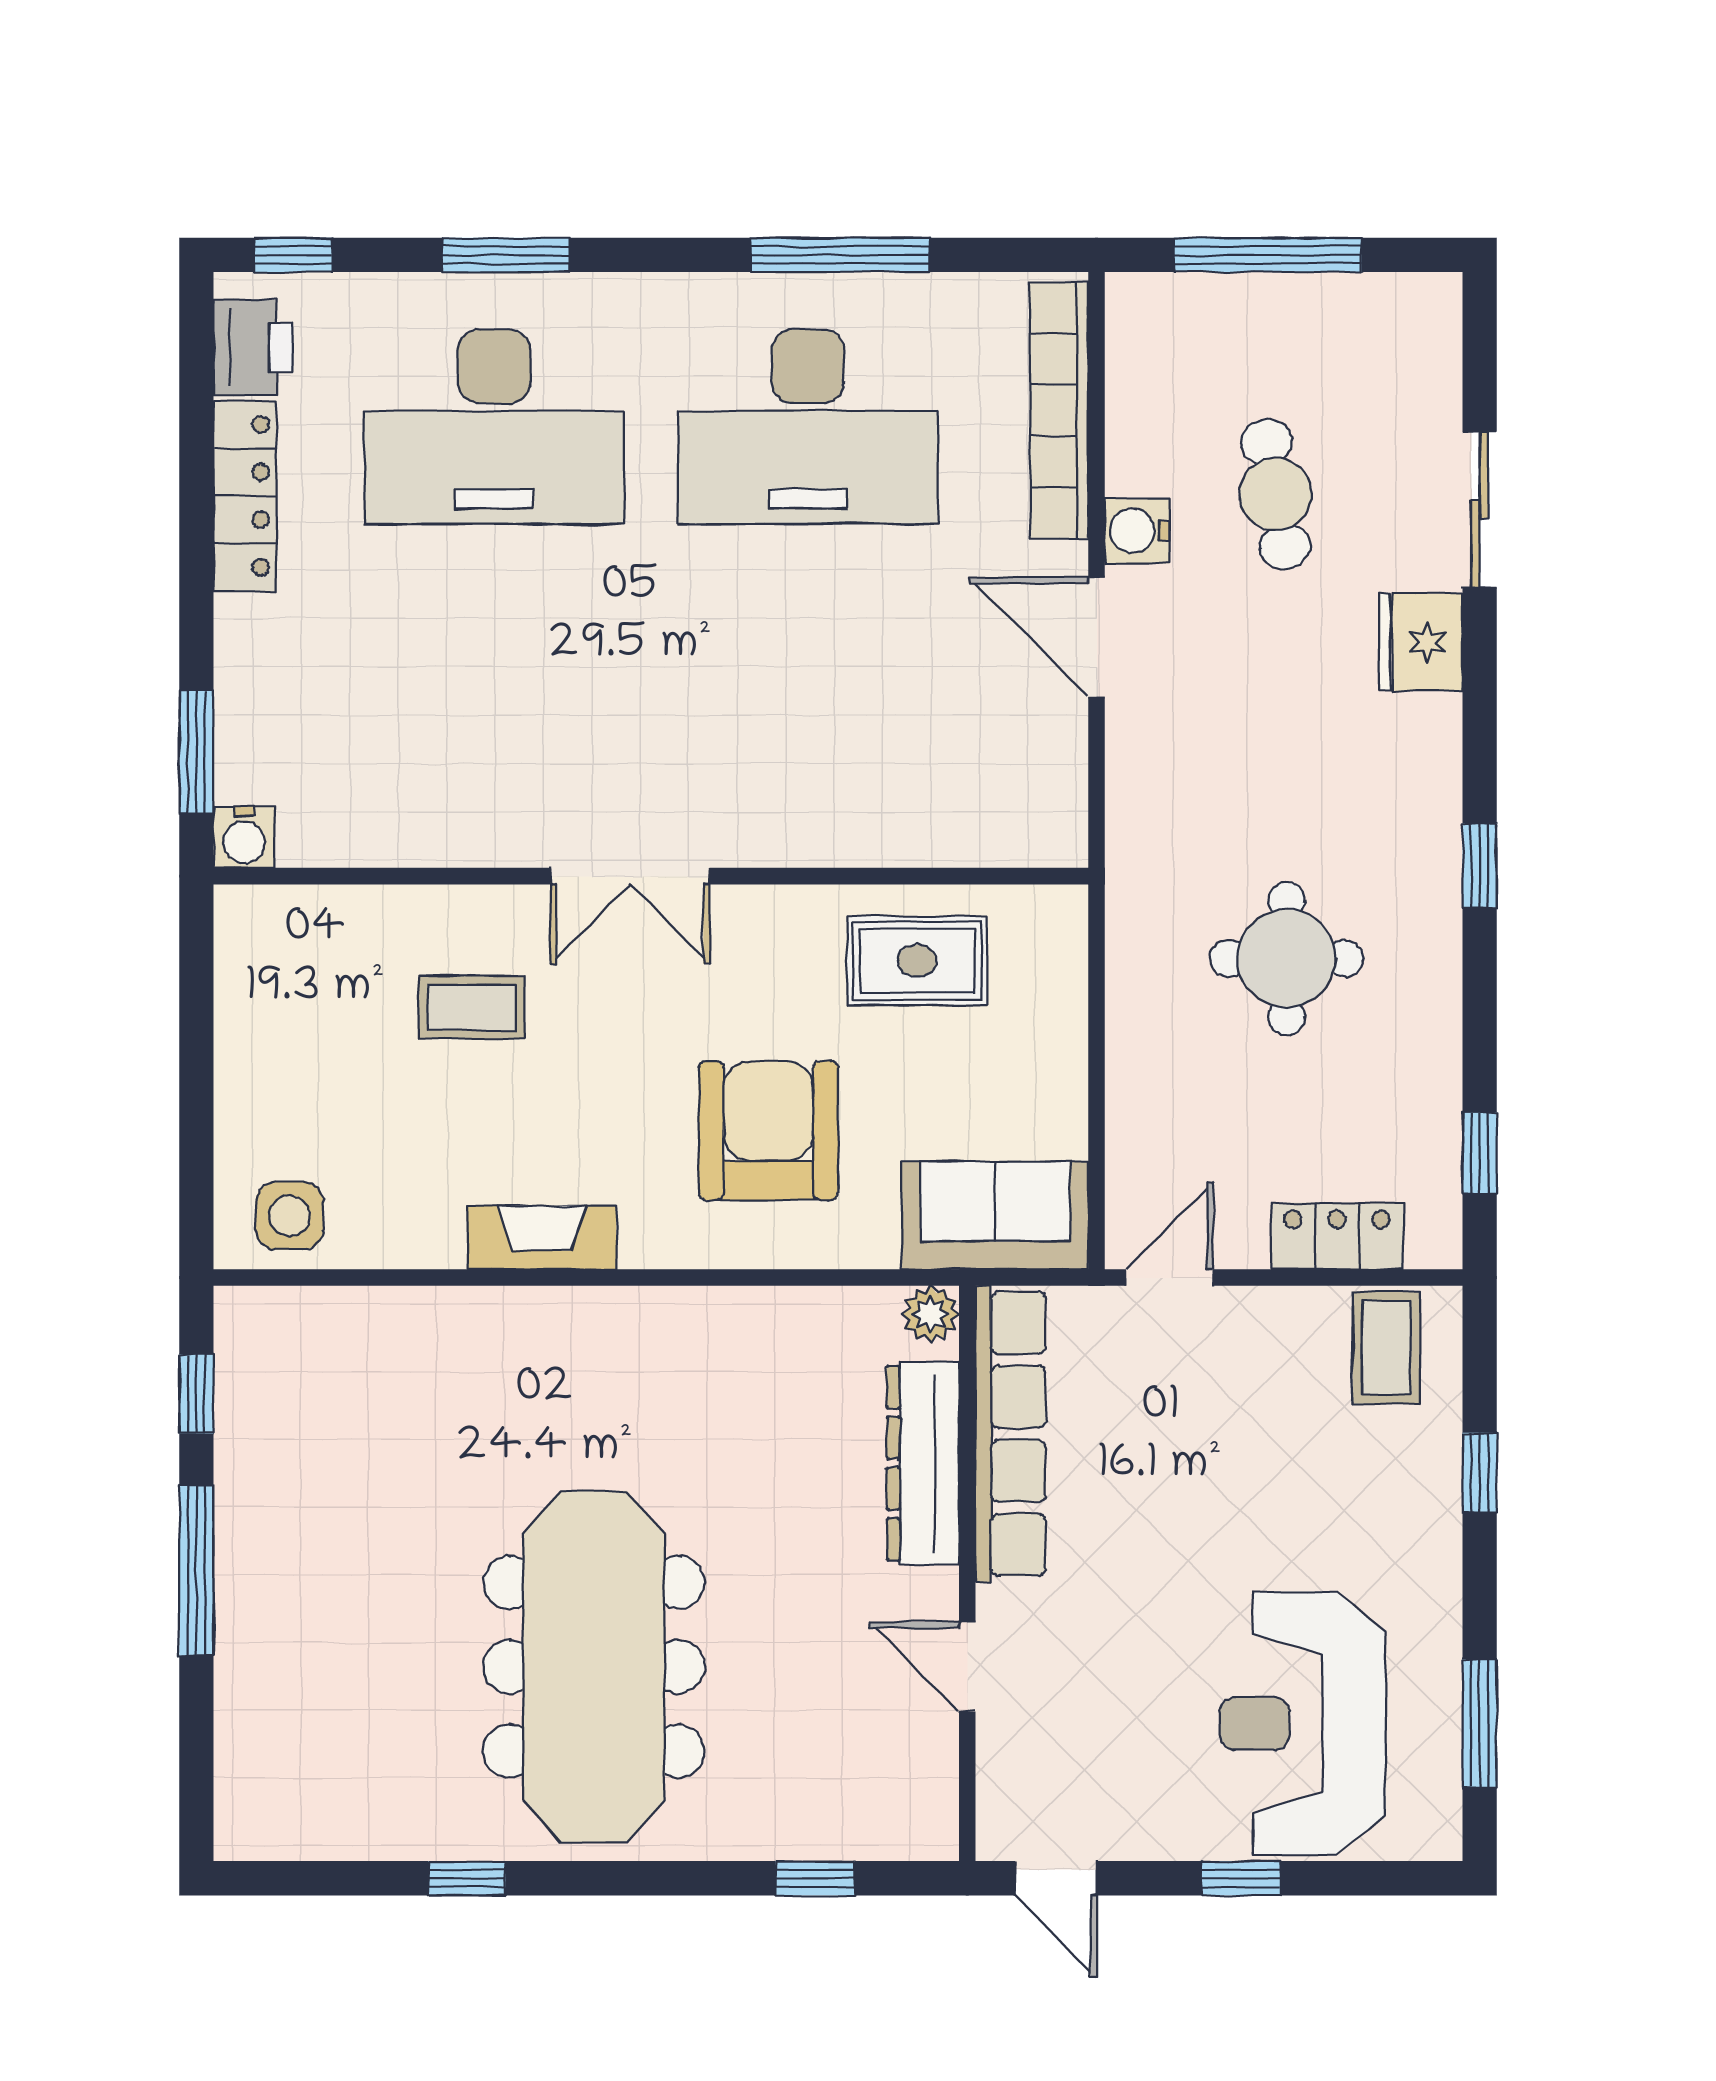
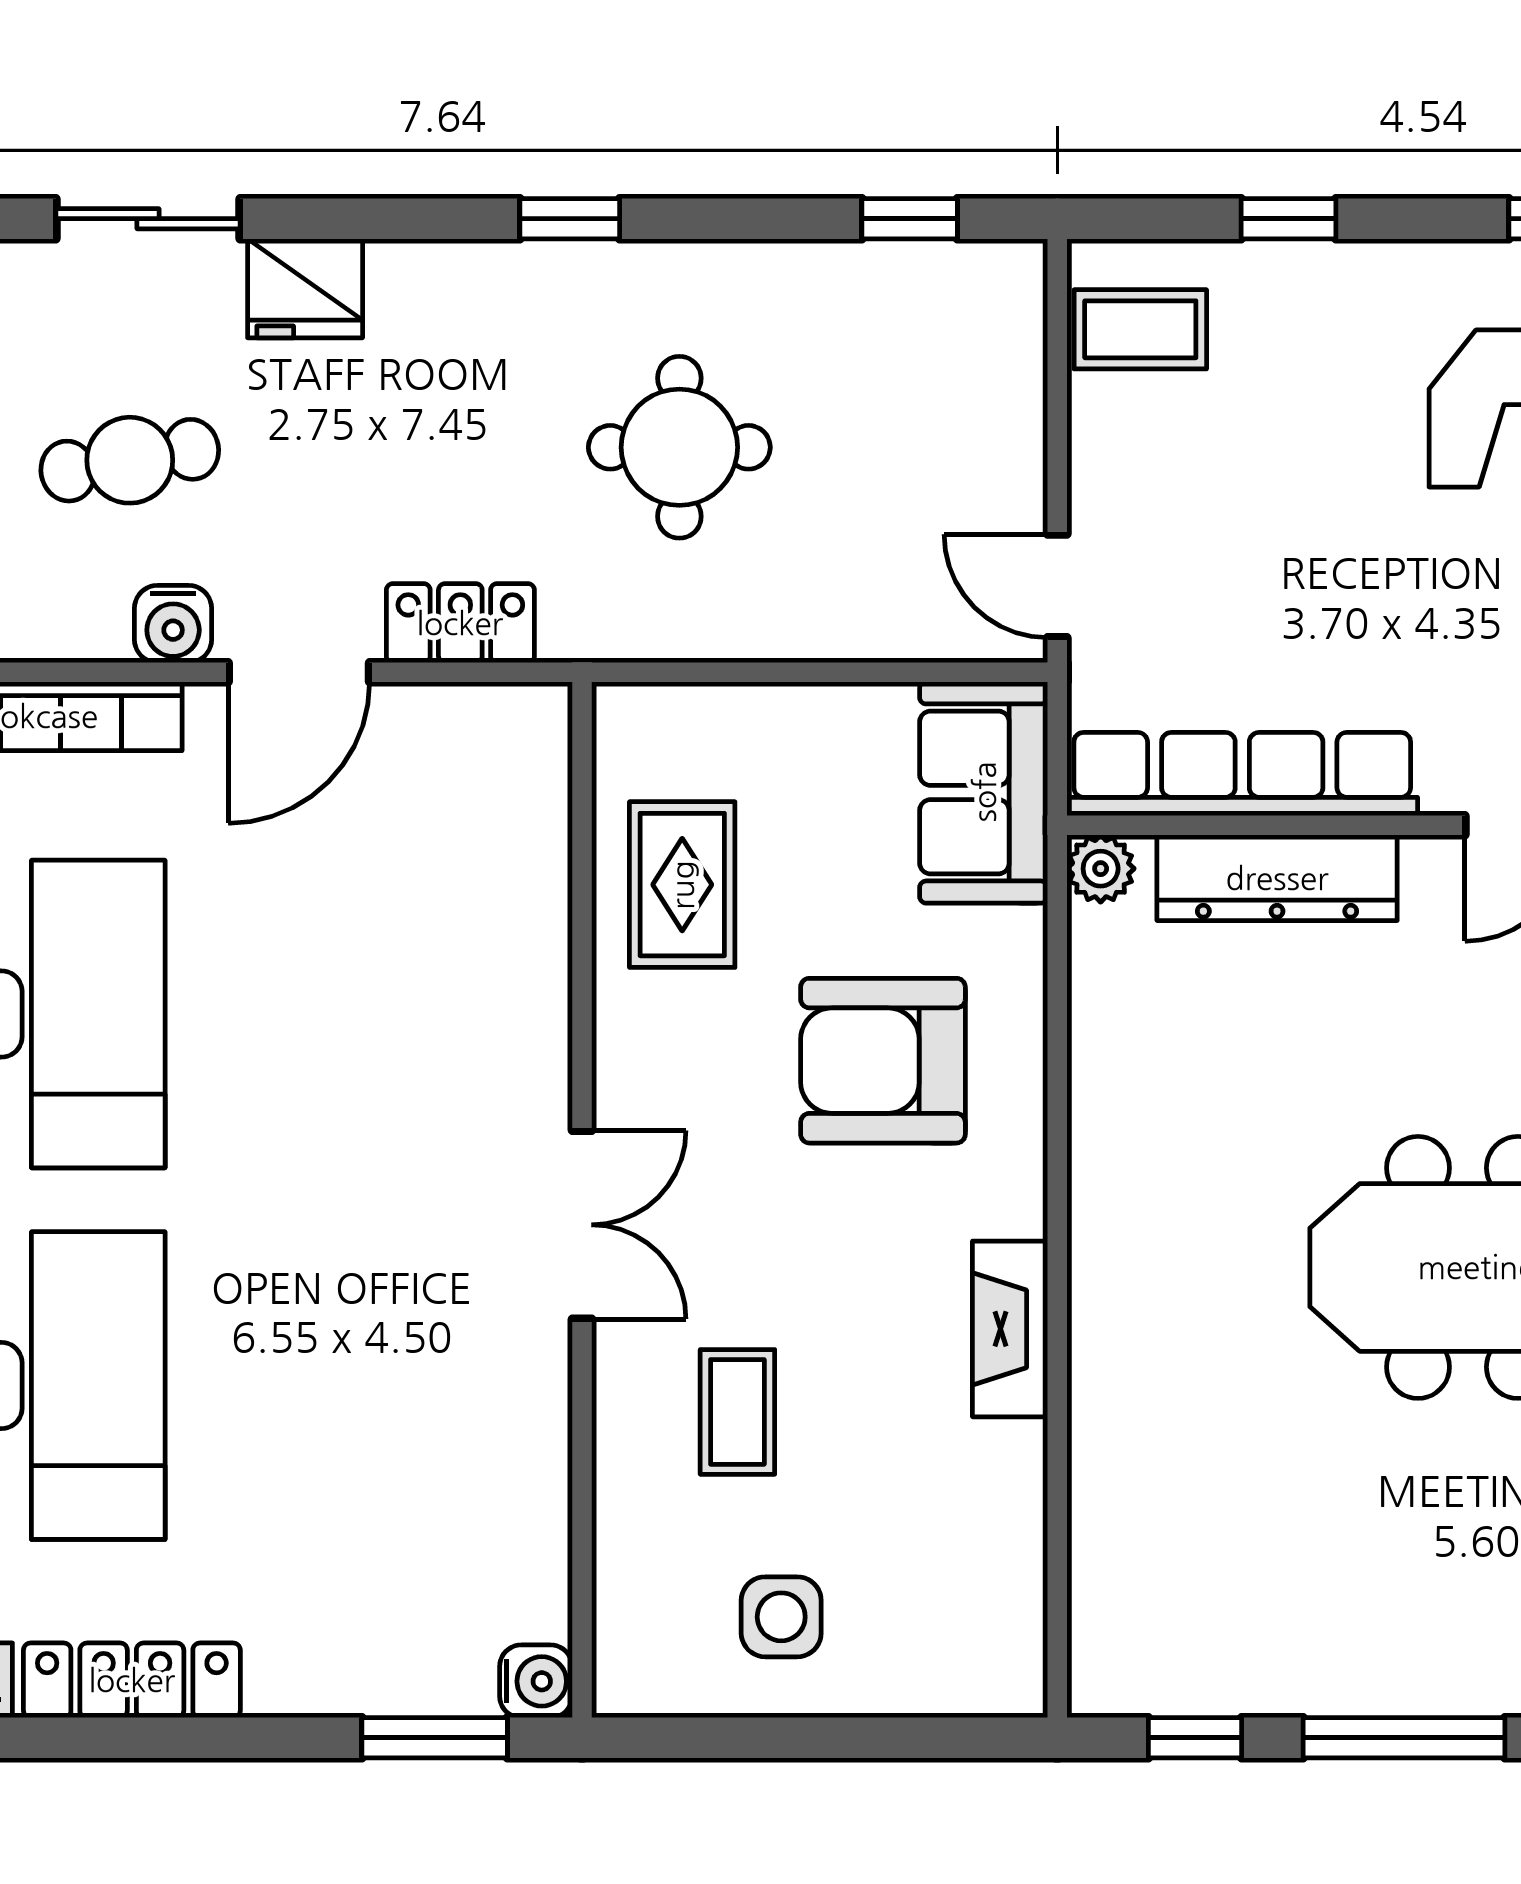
side table: (289, 1216) -> (781, 1617), moved
locker: (1337, 1236) -> (460, 623), moved, turned 90

